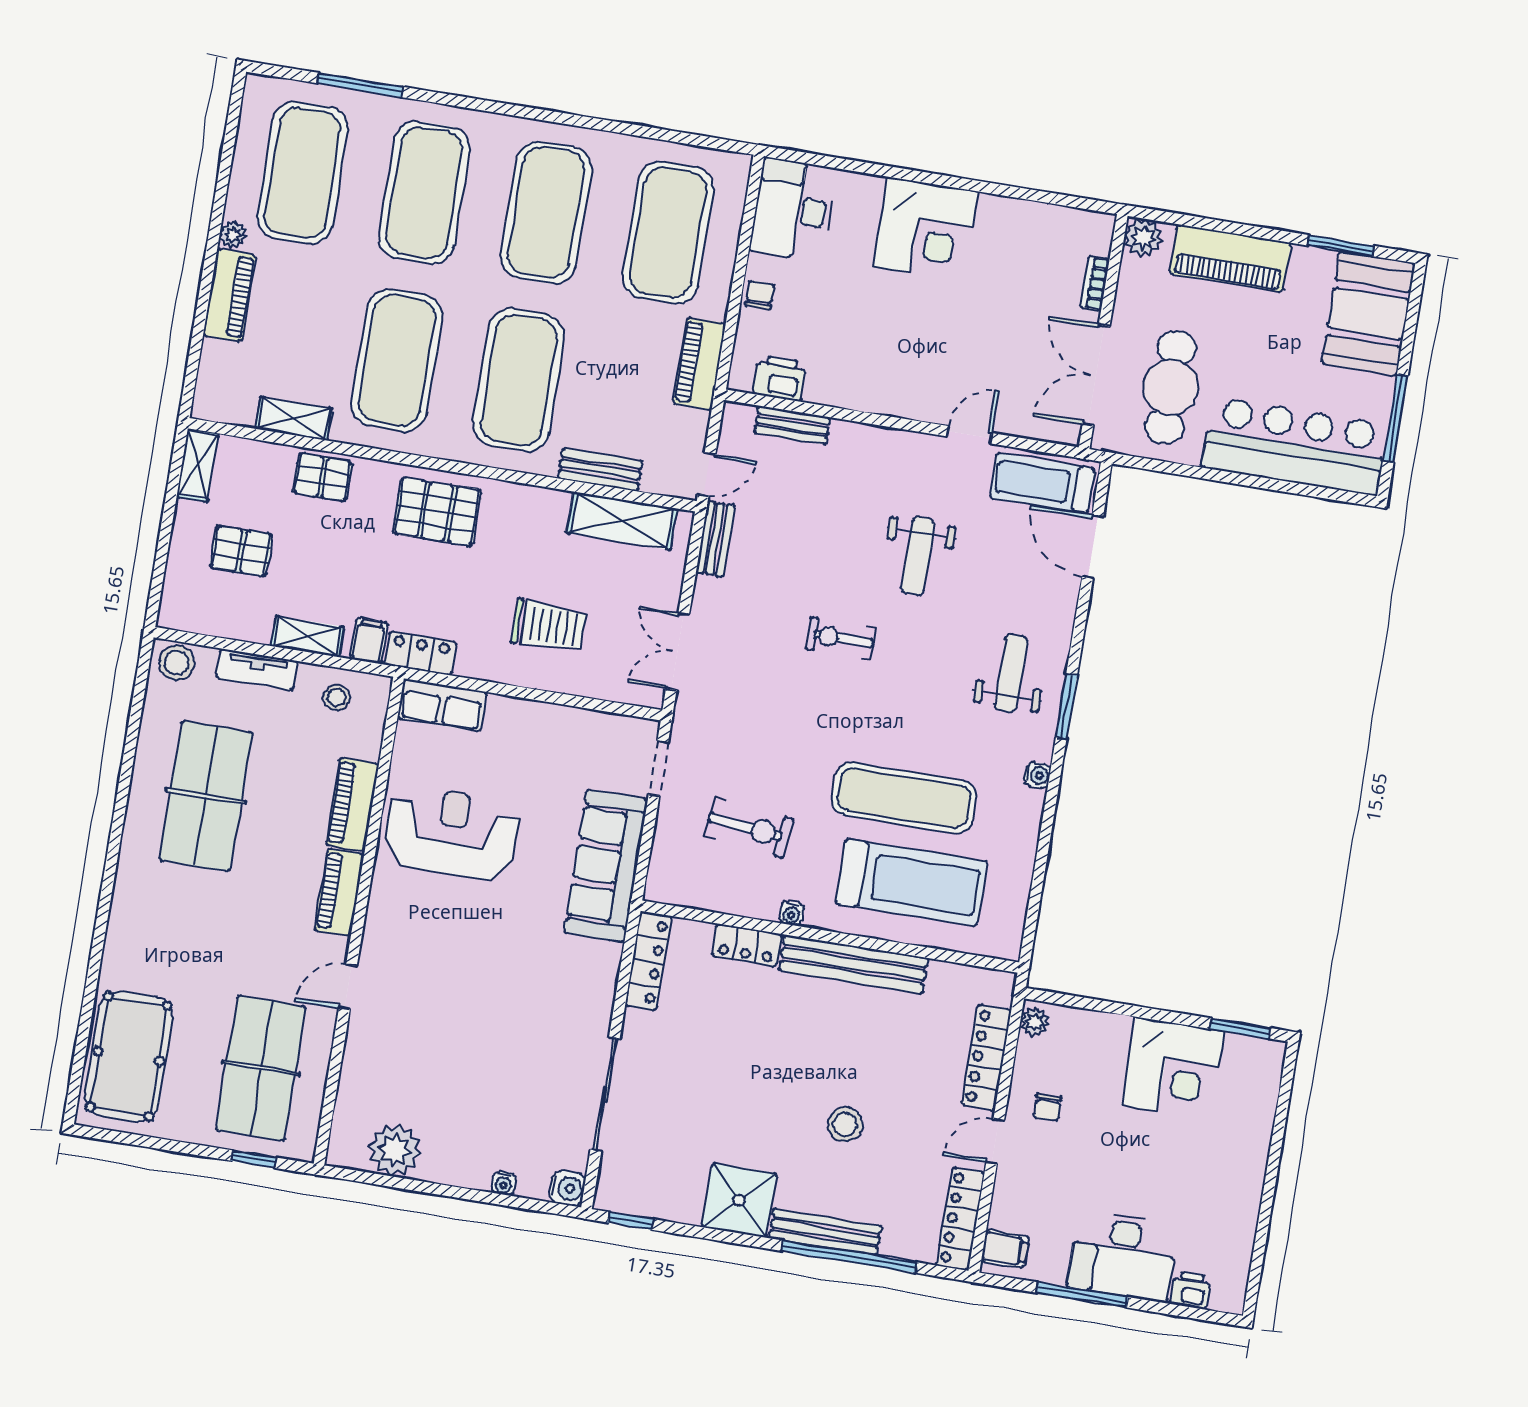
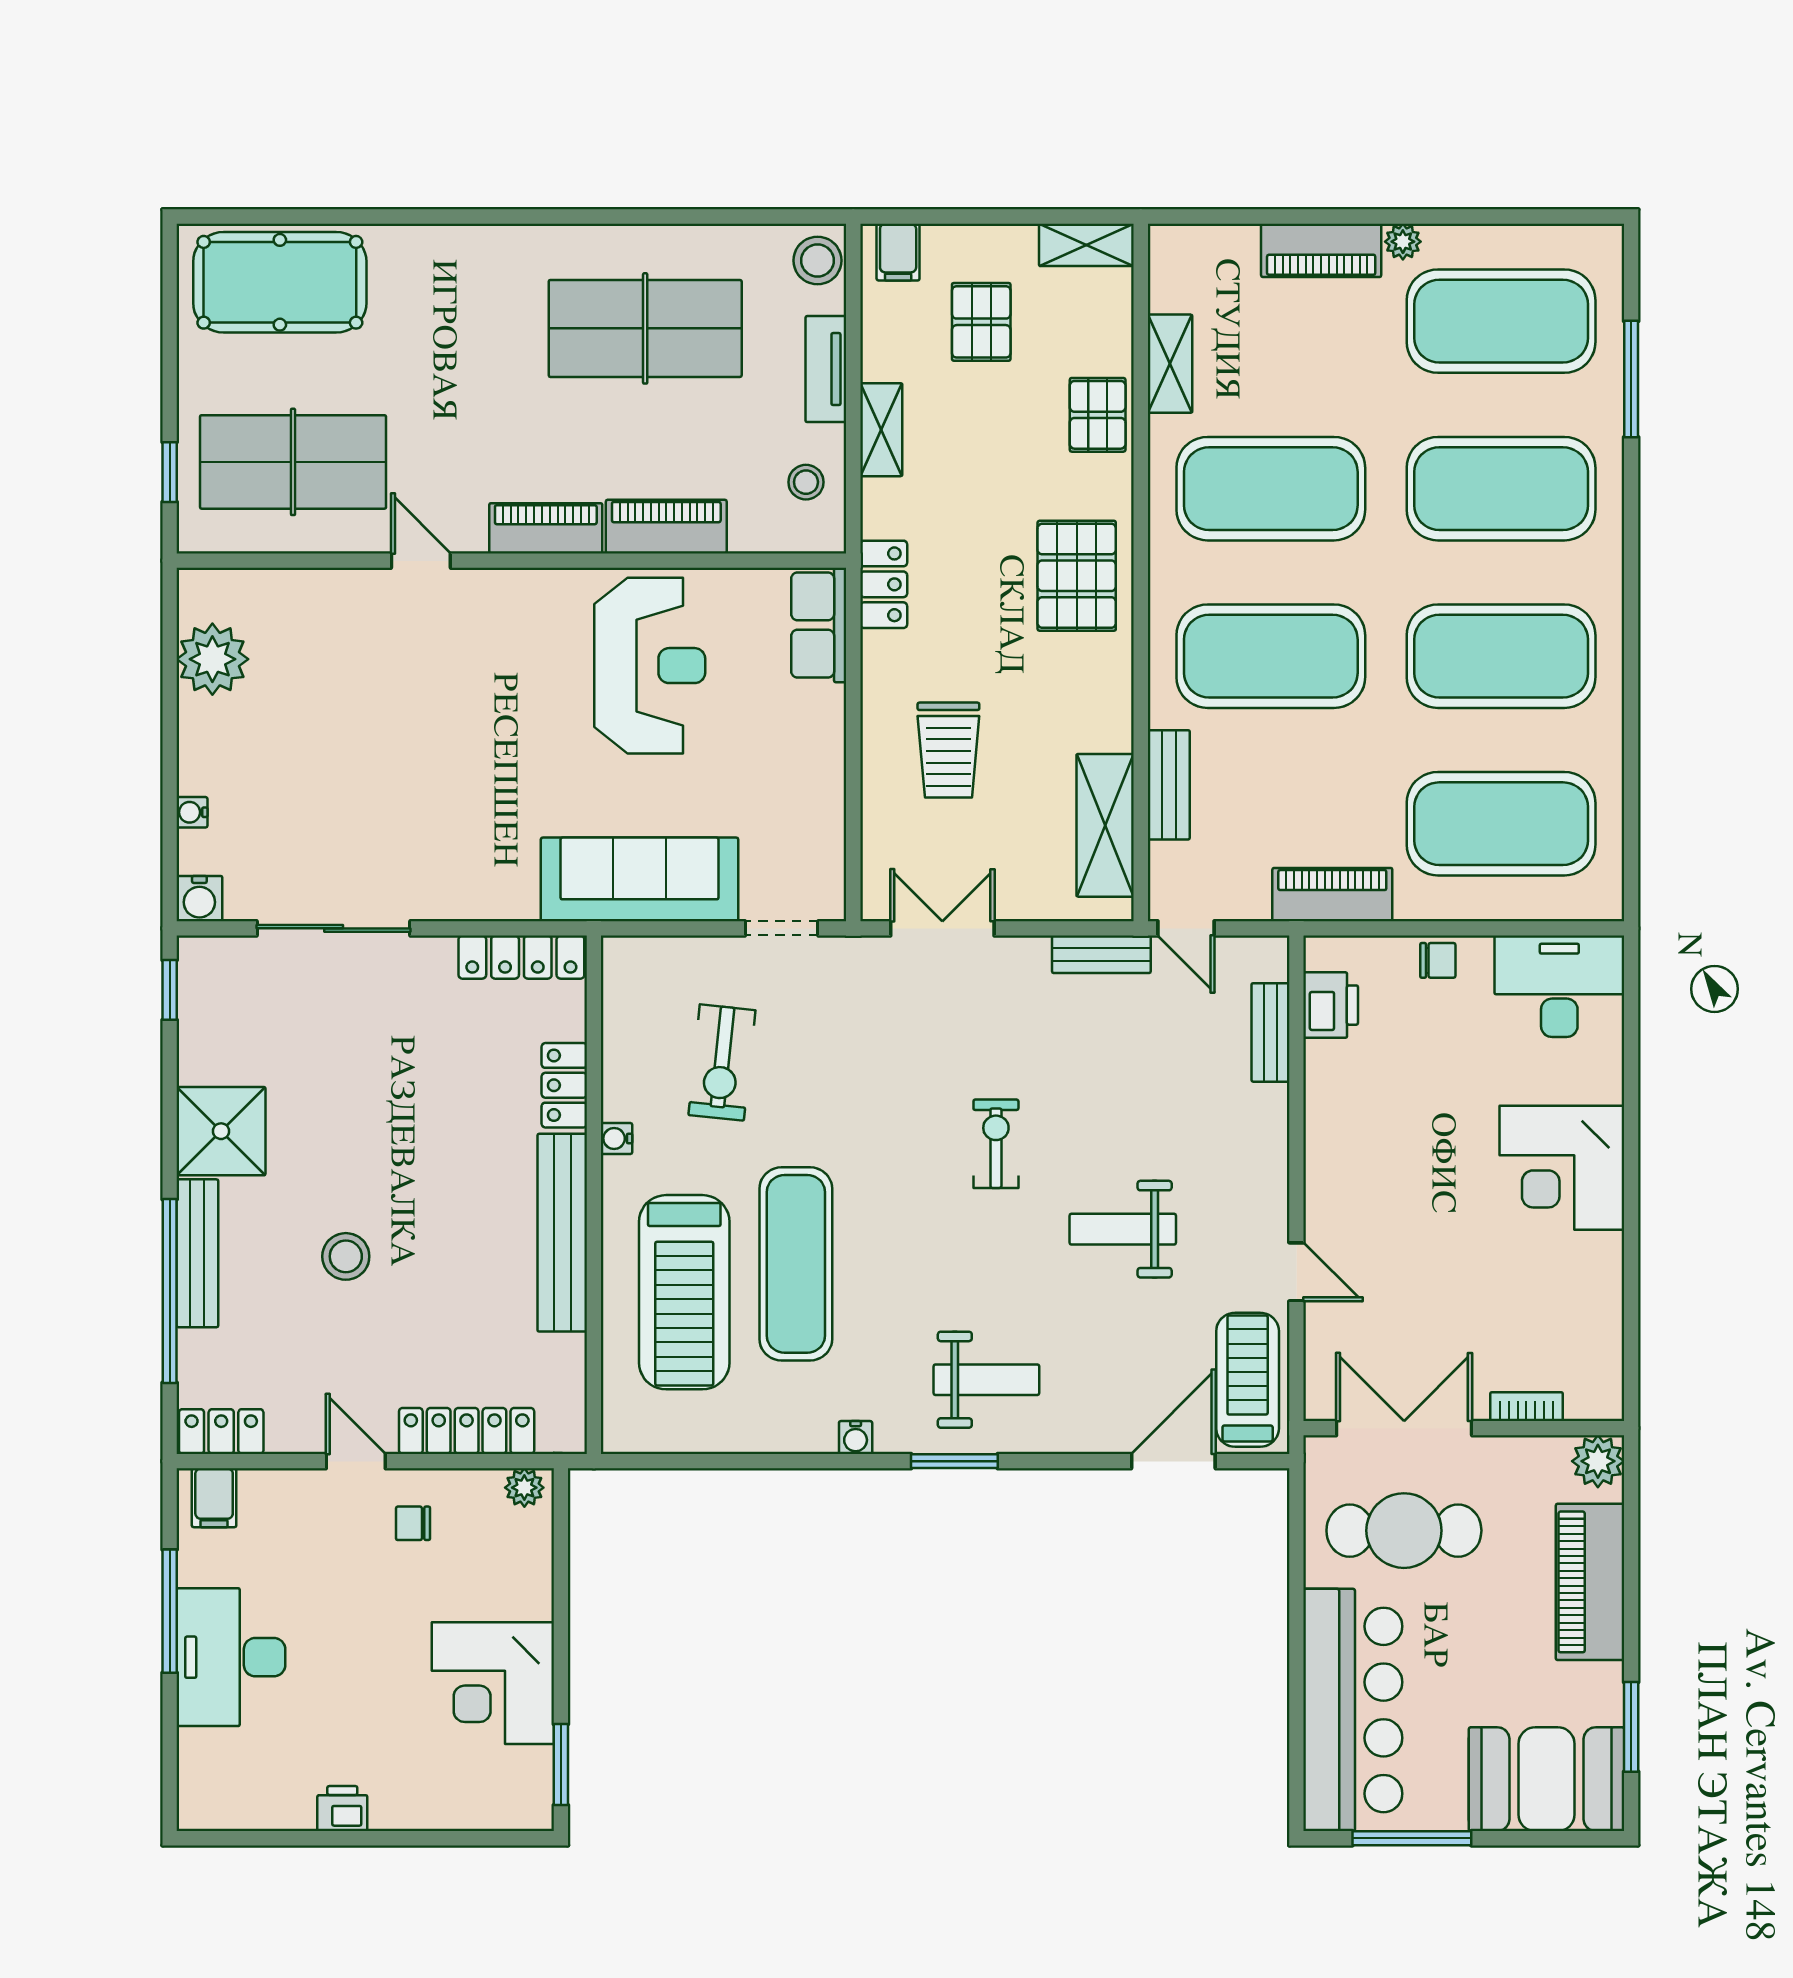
filing cabinet: (369, 641) -> (898, 252), moved, turned 90
locker: (960, 1219) -> (221, 1432), width x0.66
printer: (1190, 1290) -> (342, 1809), moved, turned -90

